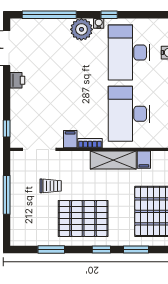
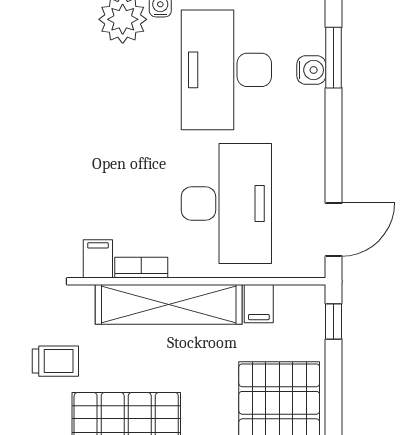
desk: (129, 114) -> (226, 203), turned 180
shelving: (113, 160) -> (169, 304), width x1.47

